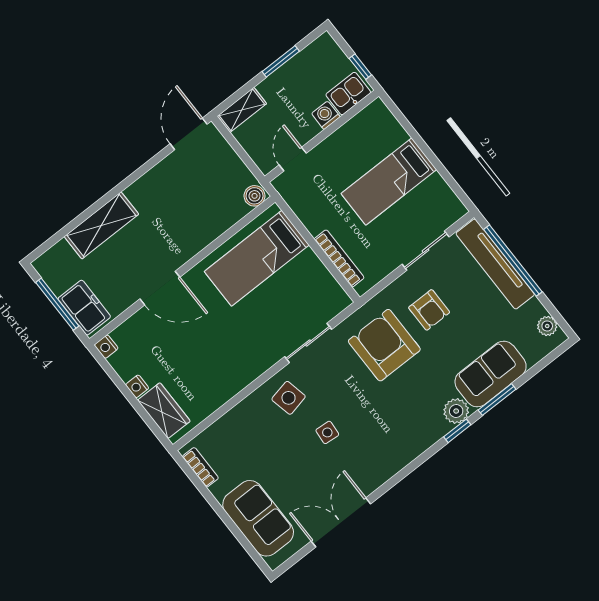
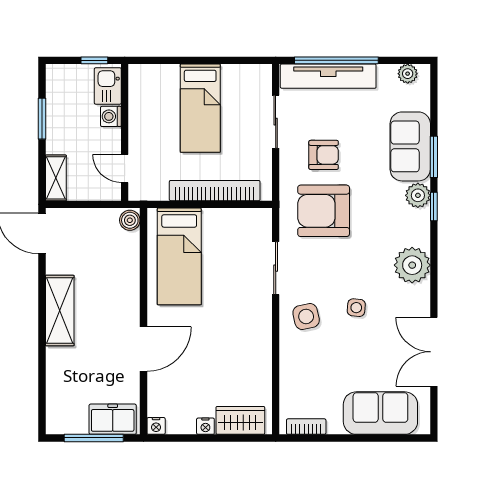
shelving: (101, 225) -> (60, 311), moved
bookcase: (339, 258) -> (215, 191), width x1.48, depth x1.31
plant: (397, 450) -> (412, 265), added

